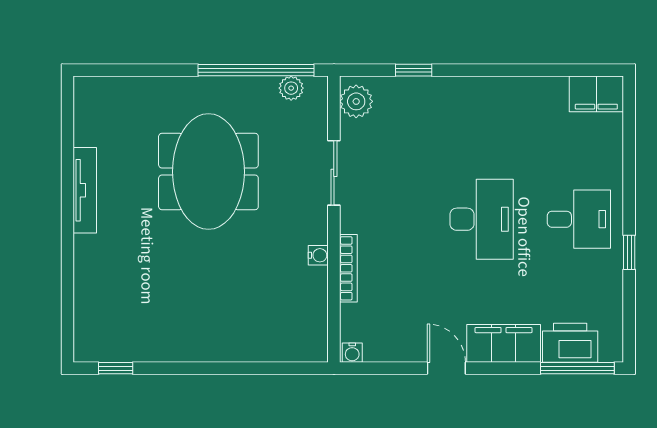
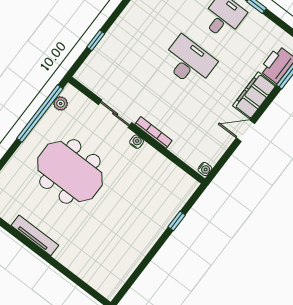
plant: (356, 101) -> (90, 78), removed
water cooler: (318, 255) -> (137, 142), moved
bookcase: (348, 268) -> (153, 132), moved
window: (116, 368) -> (177, 221), moved

